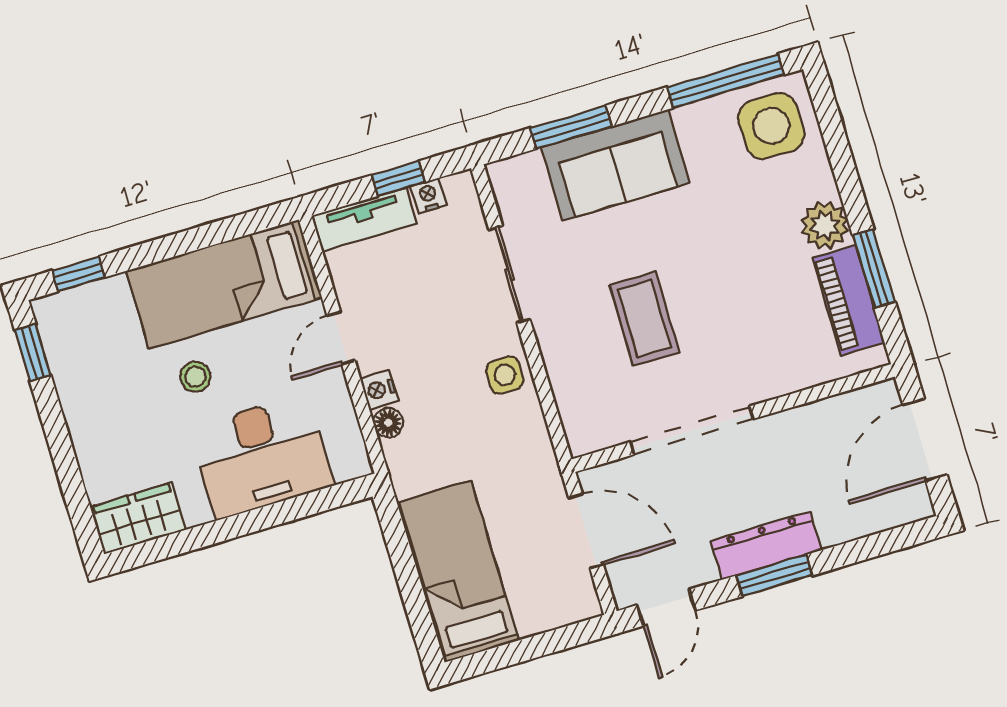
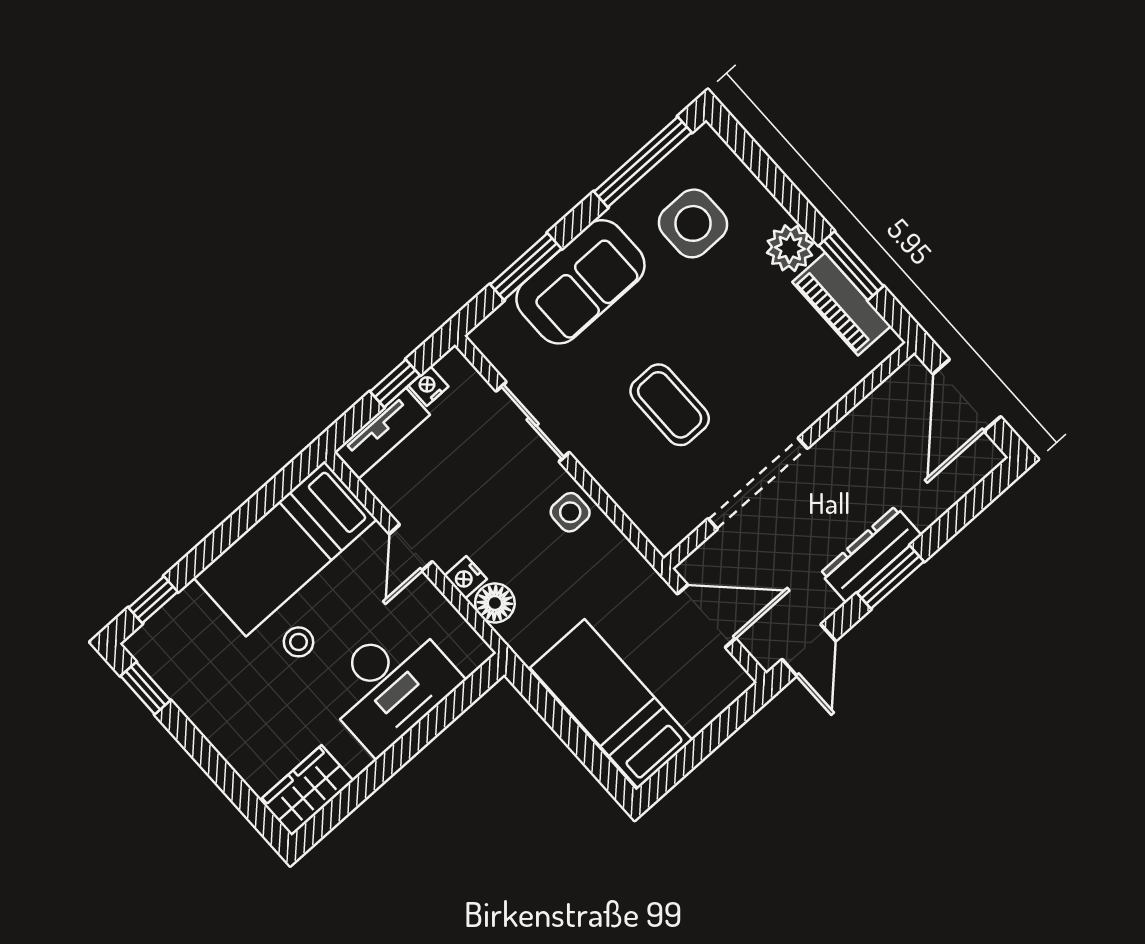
side table: (771, 126) -> (693, 223), moved
floor lamp: (388, 423) -> (495, 603), width x1.37, depth x1.37

